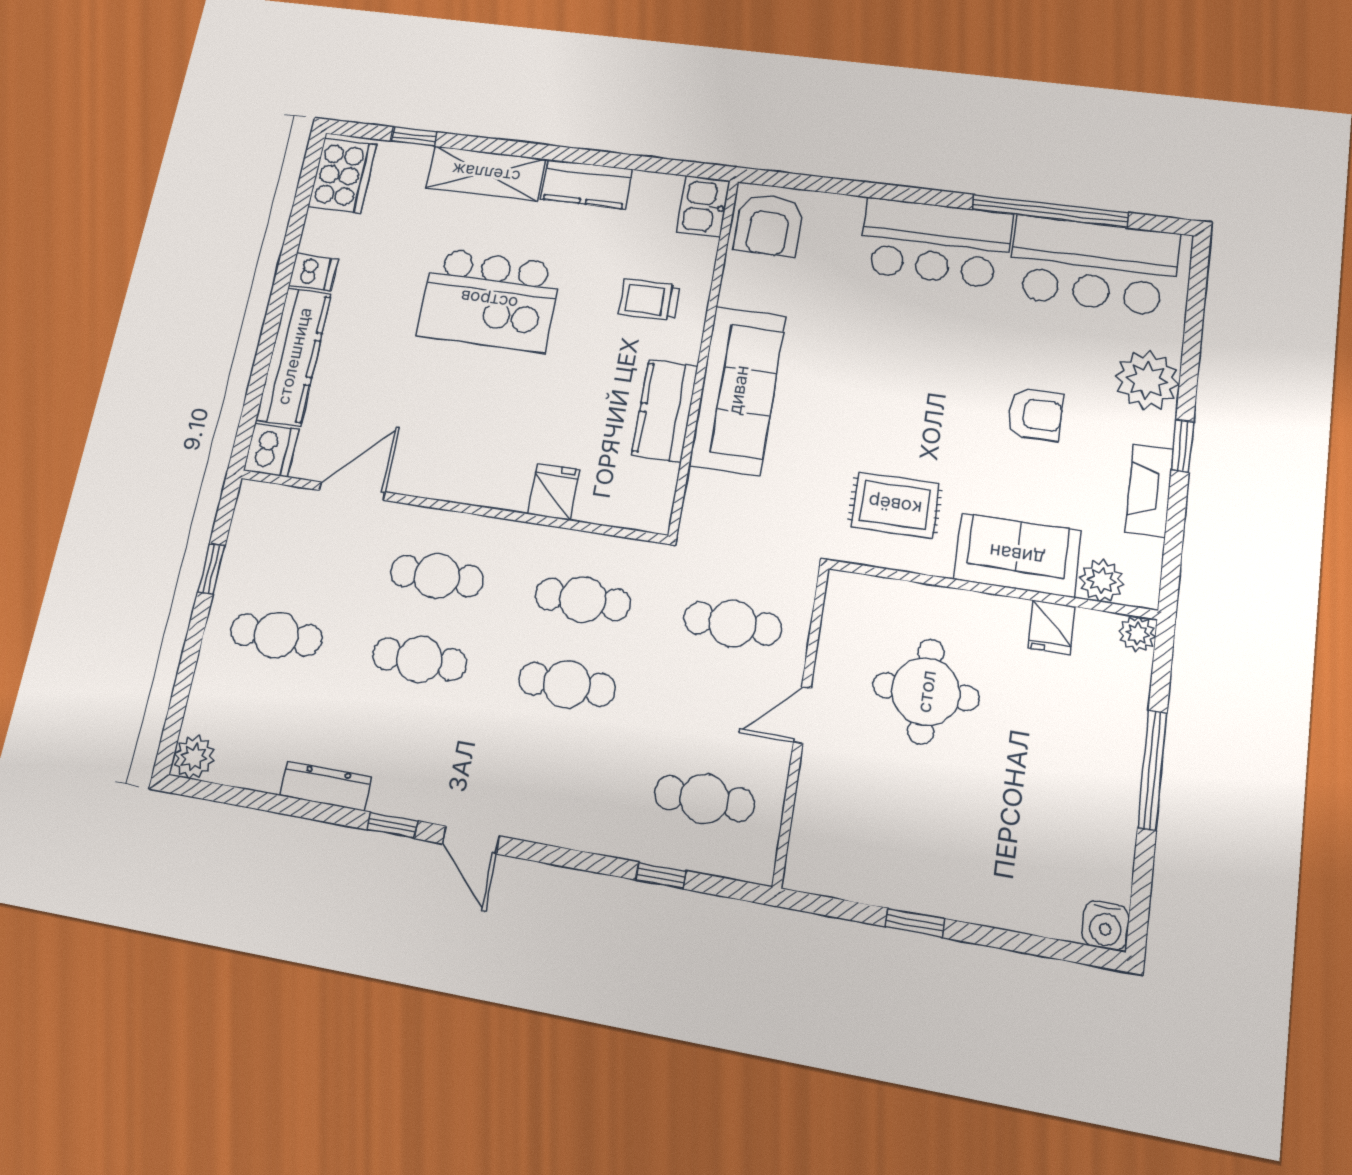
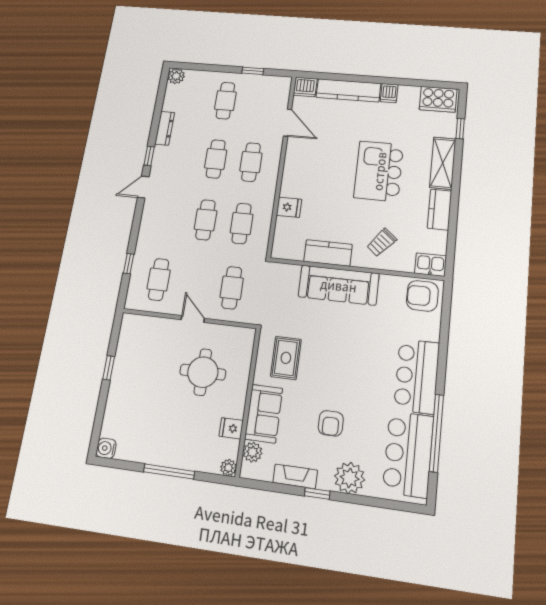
trolley: (649, 300) -> (382, 243), turned -140

